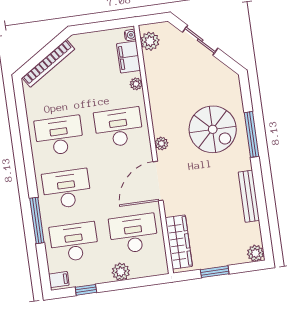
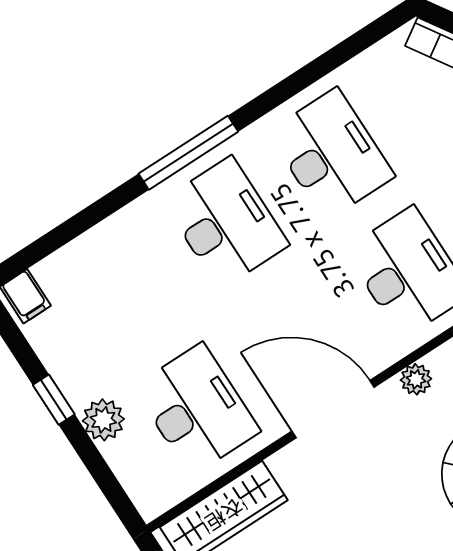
window: (37, 220) -> (188, 153), moved
desk: (74, 242) -> (120, 291), removed
window: (86, 290) -> (54, 400), moved

